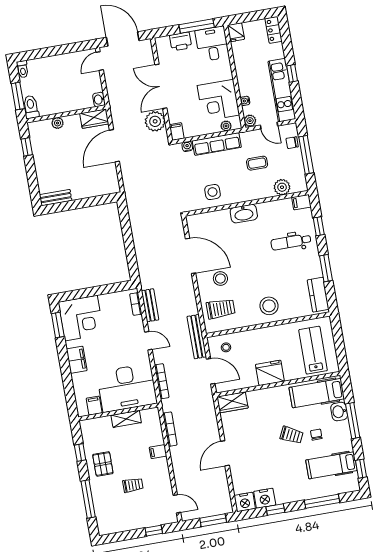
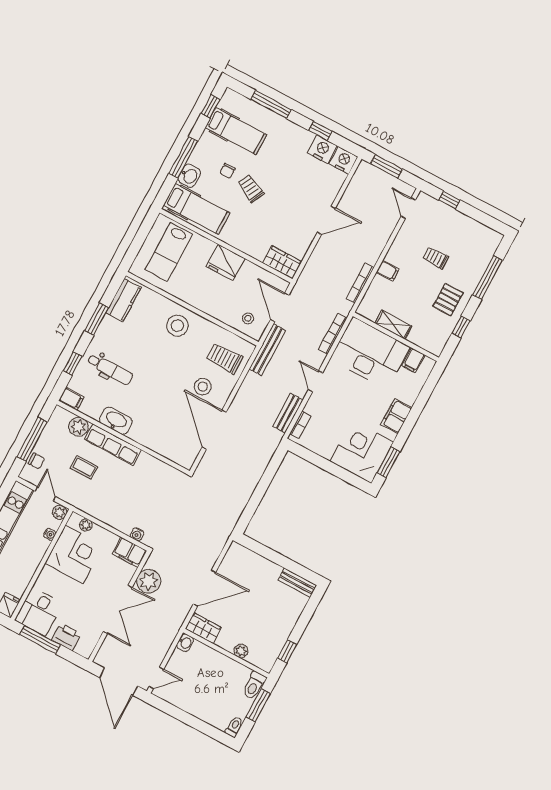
filing cabinet: (177, 132) -> (130, 552), width x2.00
row of seats: (217, 144) -> (113, 445), moved, turned 180
side table: (213, 192) -> (147, 473), removed
washbasin: (244, 214) -> (116, 421), moved

